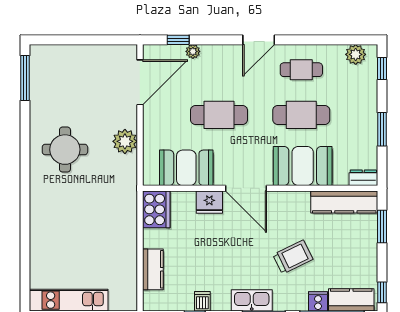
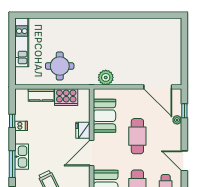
window: (25, 78) -> (160, 15), removed
plant: (125, 141) -> (106, 77), moved
round table: (65, 150) -> (60, 66), moved
cooker: (156, 209) -> (66, 97), moved

